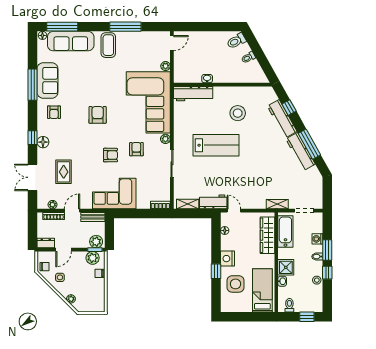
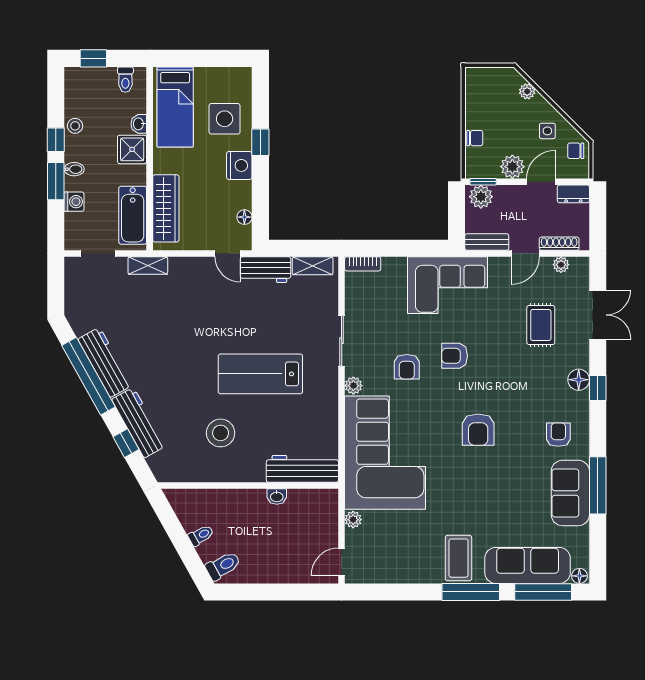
window: (125, 27) -> (471, 592), moved
window: (309, 144) -> (89, 376), width x1.46
plant: (93, 258) -> (512, 167), moved

